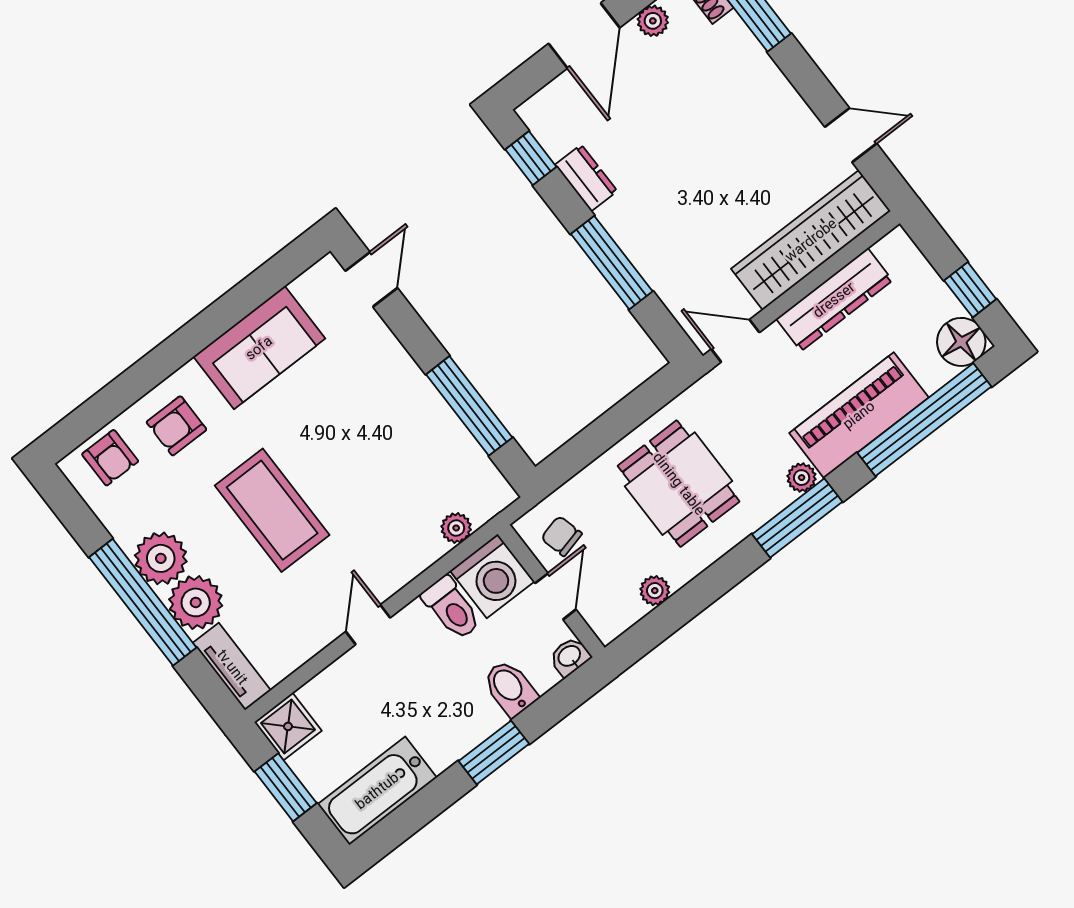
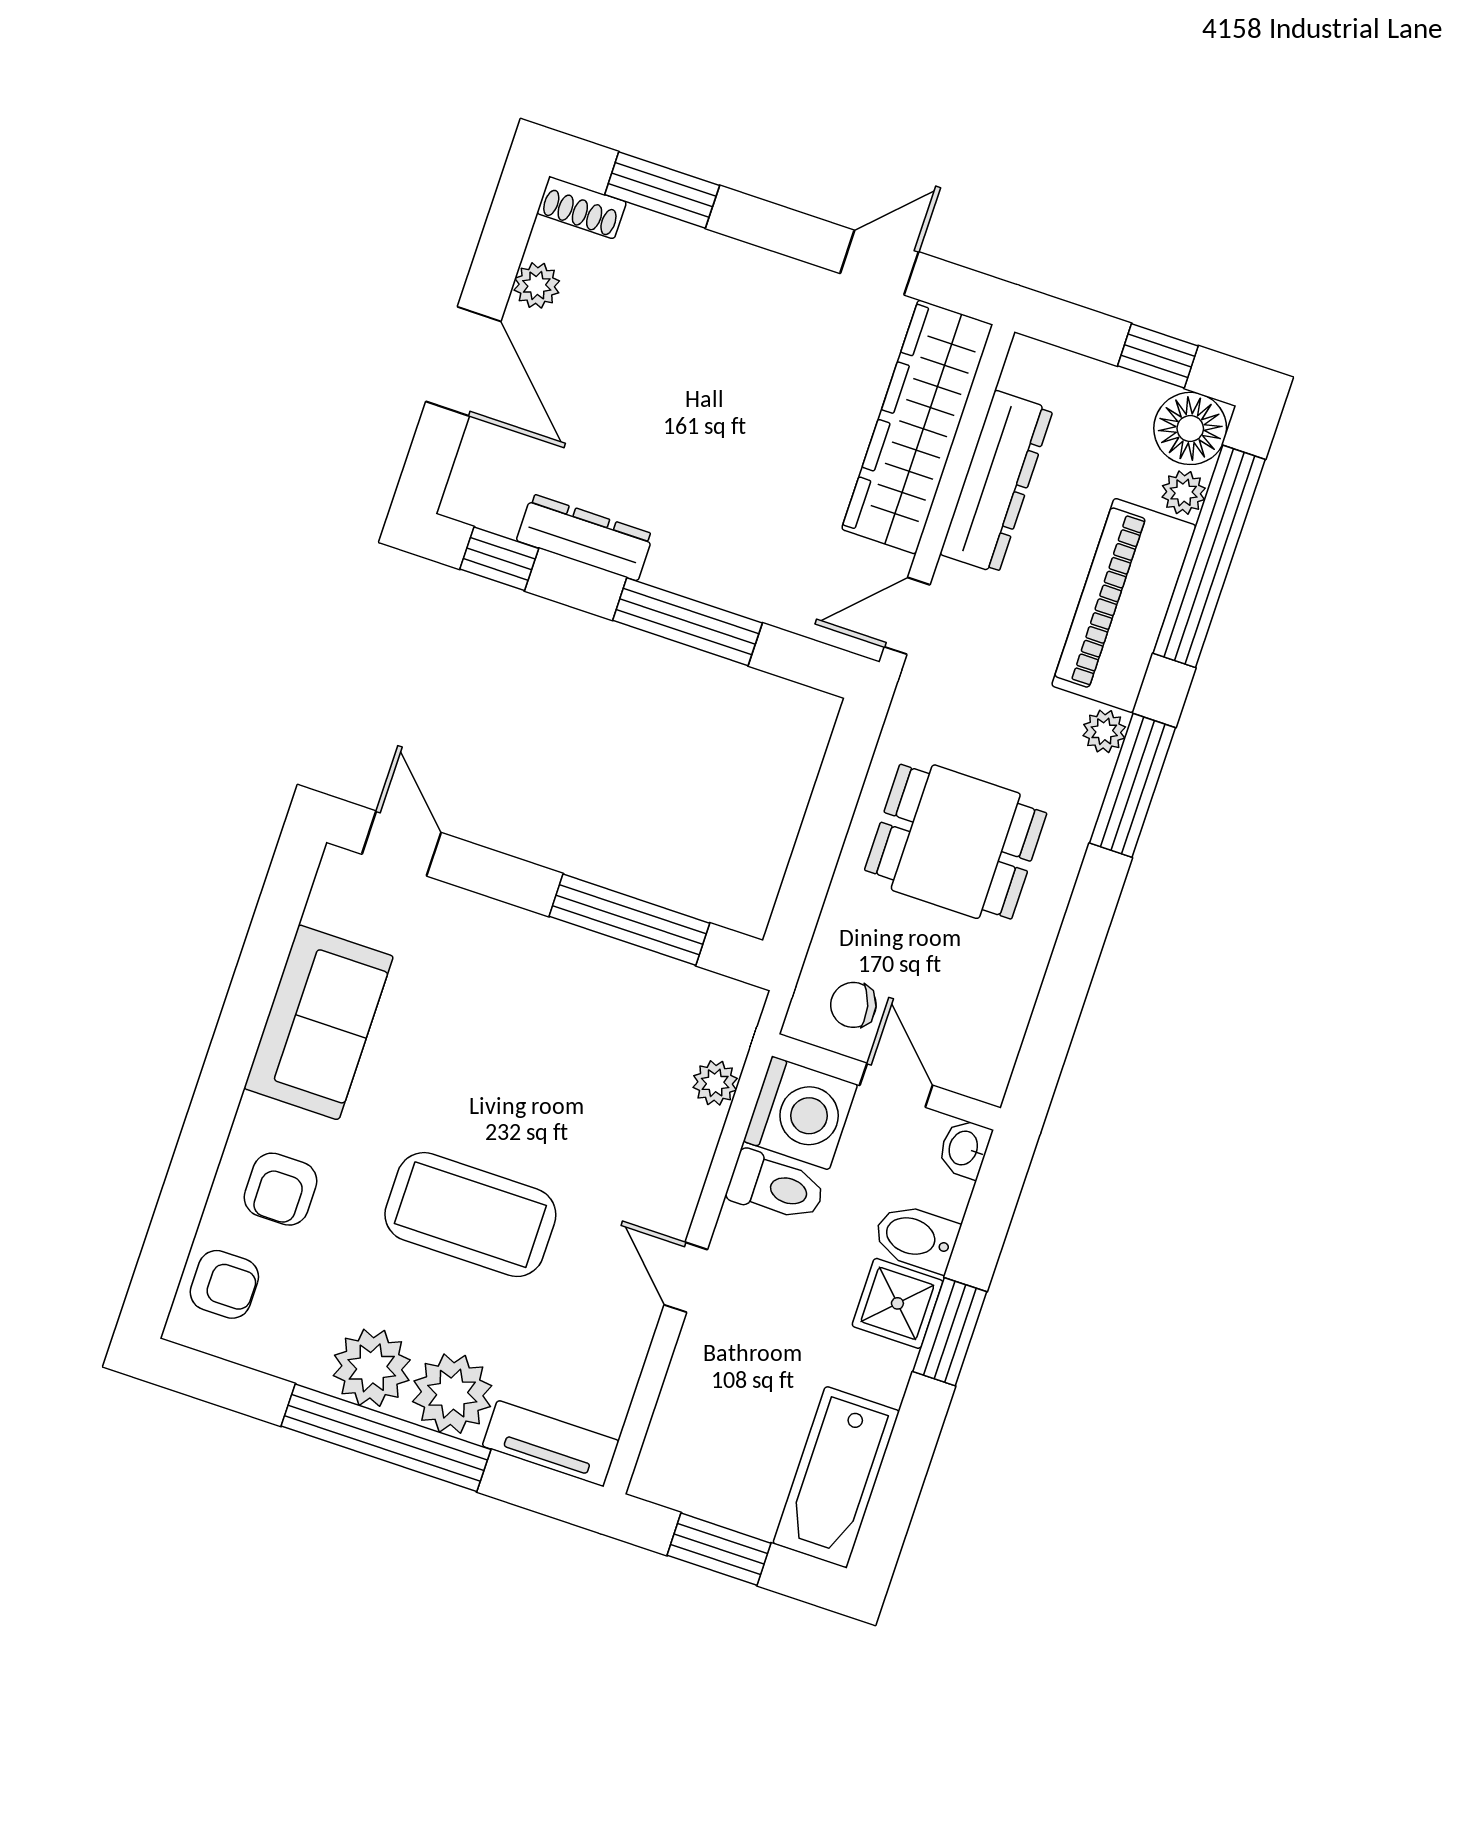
dresser: (586, 178) -> (585, 537), width x1.44
plant: (655, 591) -> (1184, 493), moved
shower: (288, 726) -> (897, 1303), moved

